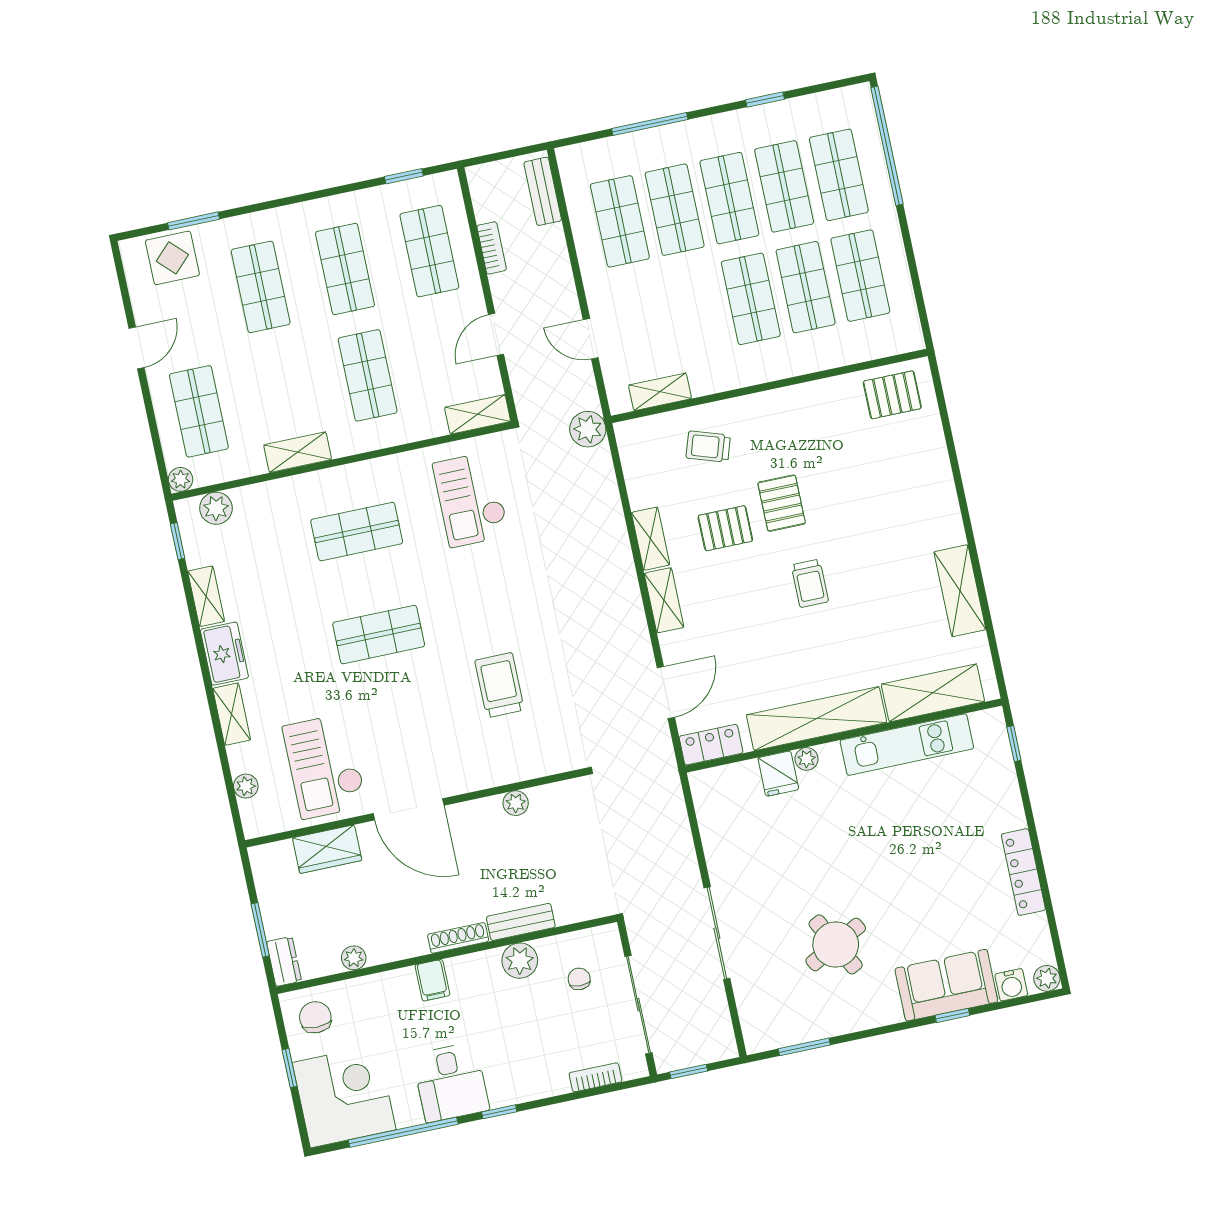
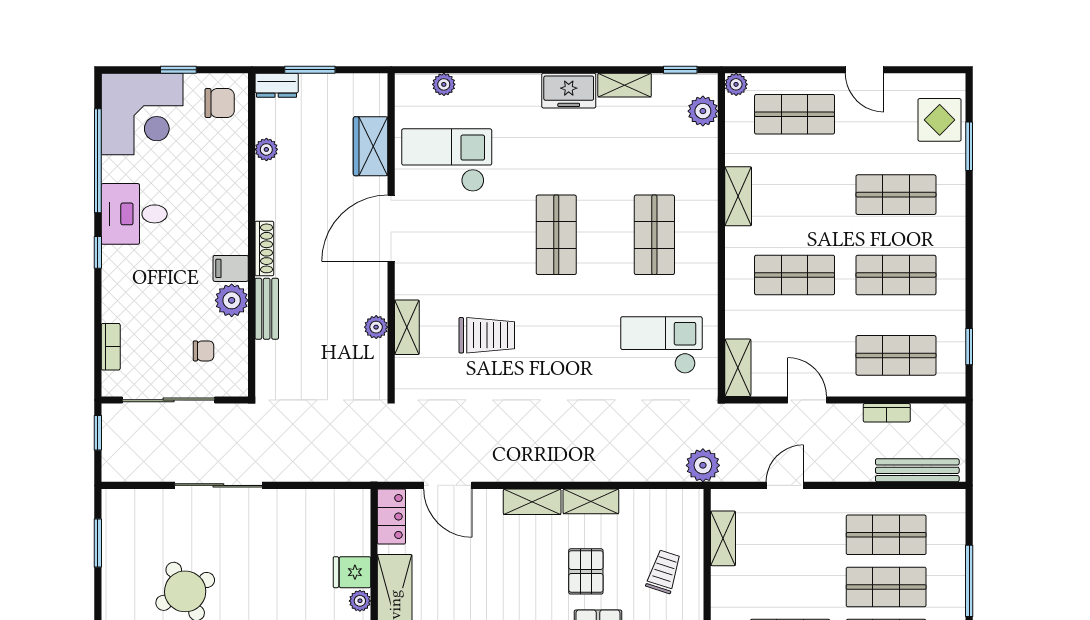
bench: (543, 191) -> (917, 470), width x1.36
shelving: (232, 714) -> (407, 327), moved, turned 90
filing cabinet: (432, 980) -> (231, 268), moved

